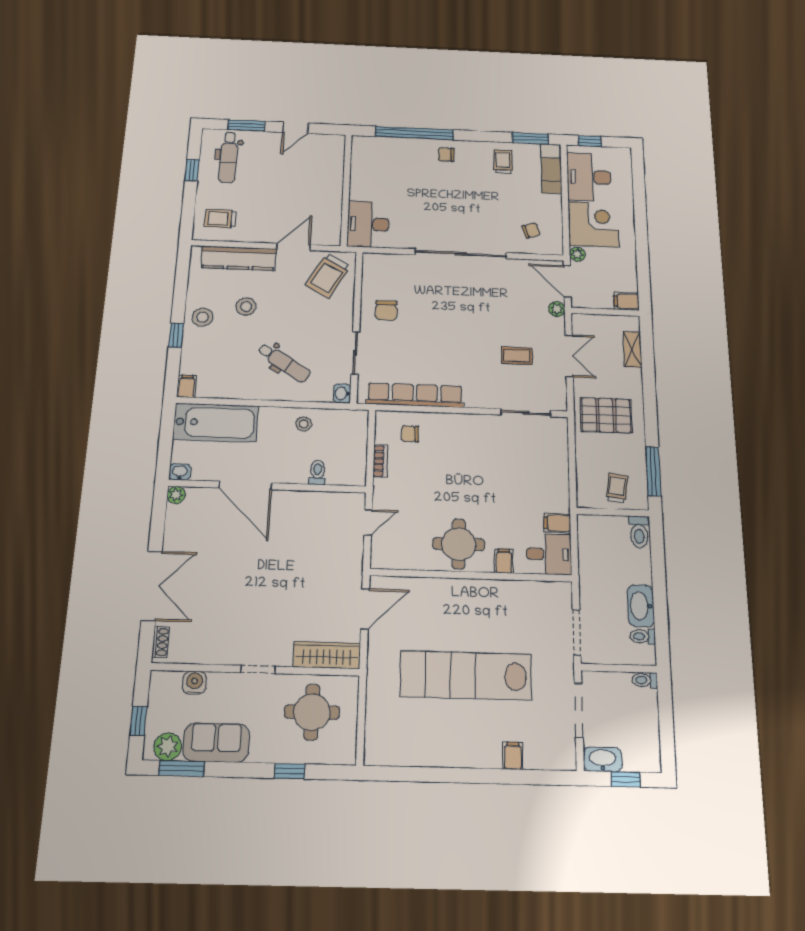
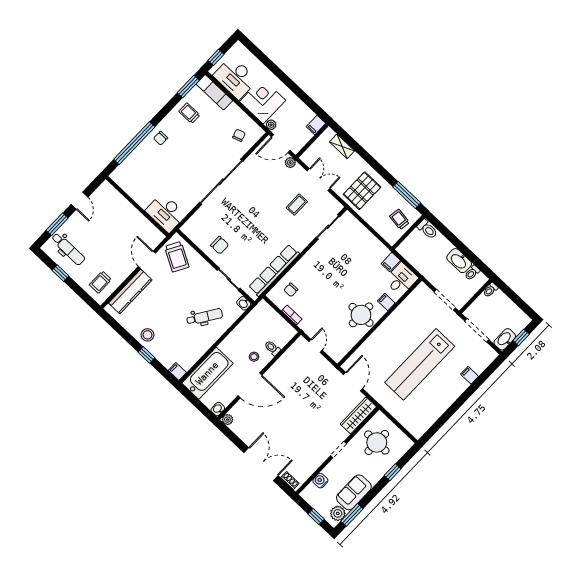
stool: (246, 307) -> (160, 310), removed
stool: (304, 424) -> (254, 357), moved

